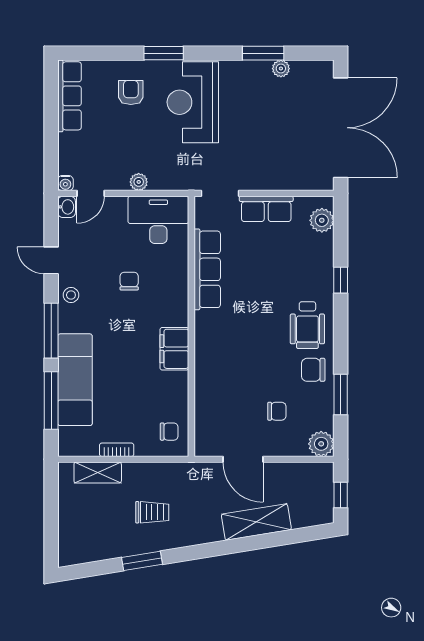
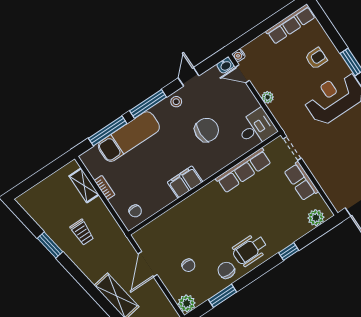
desk: (158, 220) -> (256, 128), width x0.73
chair: (129, 281) -> (207, 130), width x1.87, depth x1.87

